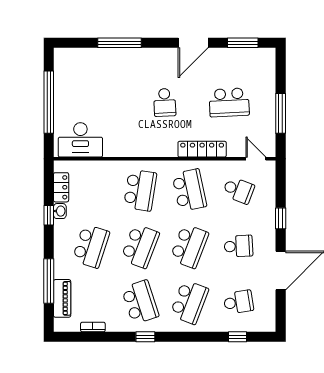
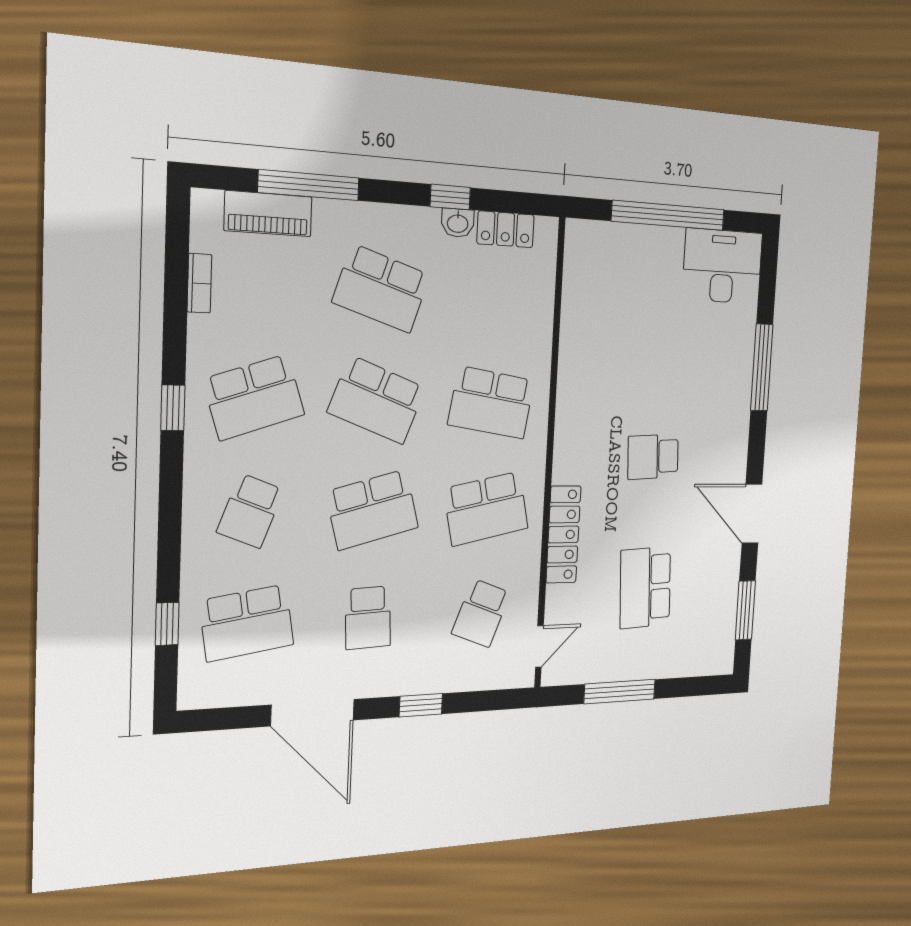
desk: (80, 140) -> (722, 266), moved, turned 90
school desk: (189, 246) -> (372, 510), turned -36
school desk: (189, 302) -> (250, 511), width x0.54
school desk: (238, 302) -> (247, 623), width x1.85

